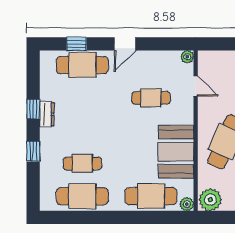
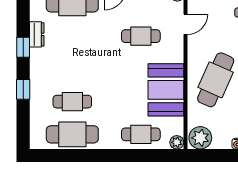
door: (196, 86) -> (186, 24), hinge flipped
dresser: (47, 114) -> (37, 34), moved
cafe table: (151, 196) -> (141, 134), width x0.73, depth x0.74

